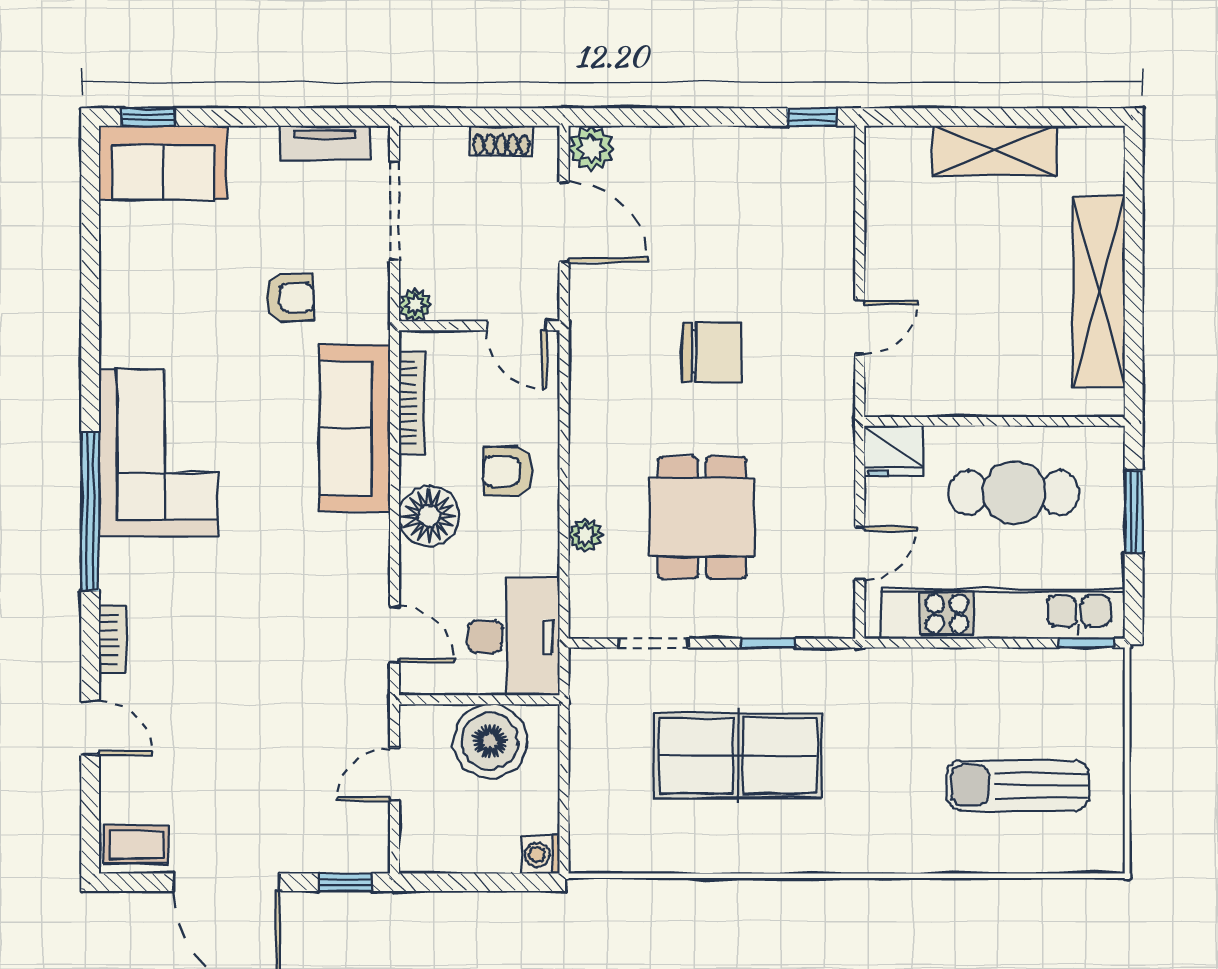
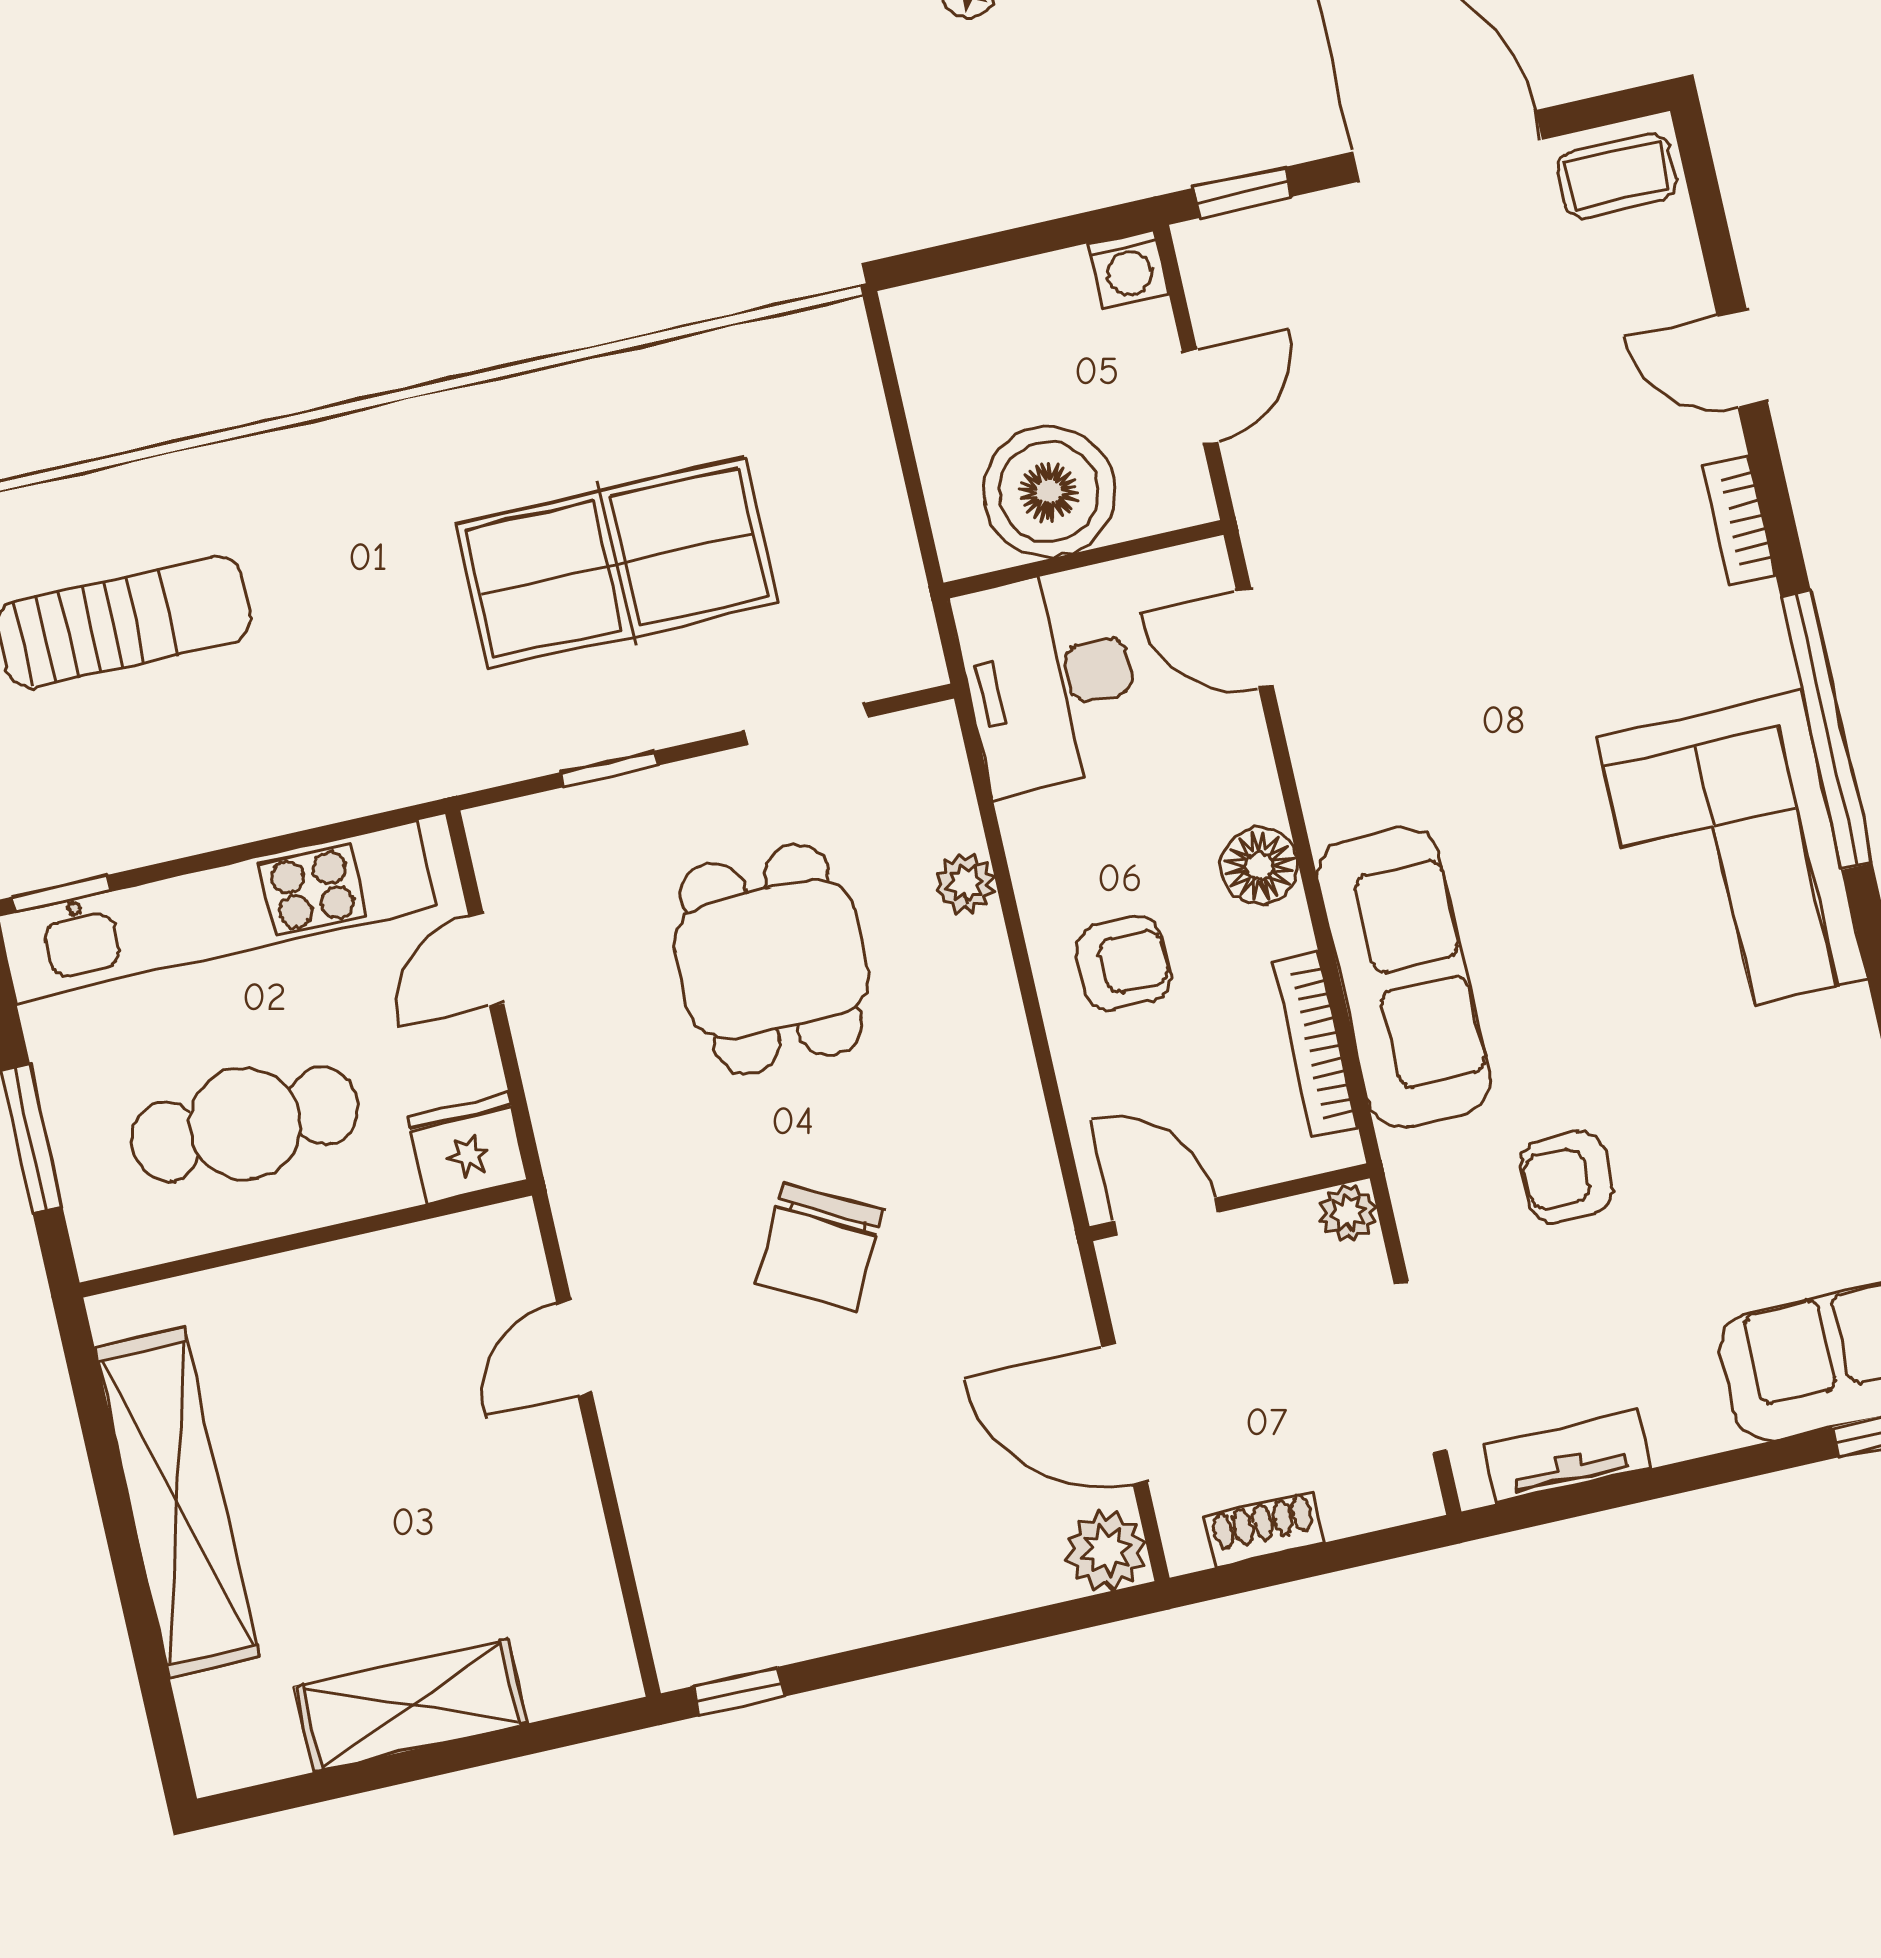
chair: (712, 352) -> (820, 1247), turned -62
floor lamp: (429, 516) -> (1259, 866), width x0.73, depth x0.73
washing machine: (541, 855) -> (1129, 268), moved, turned 90

